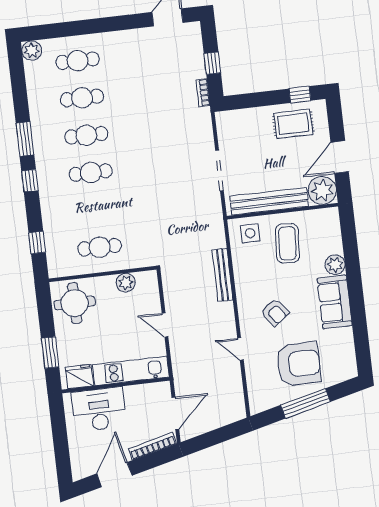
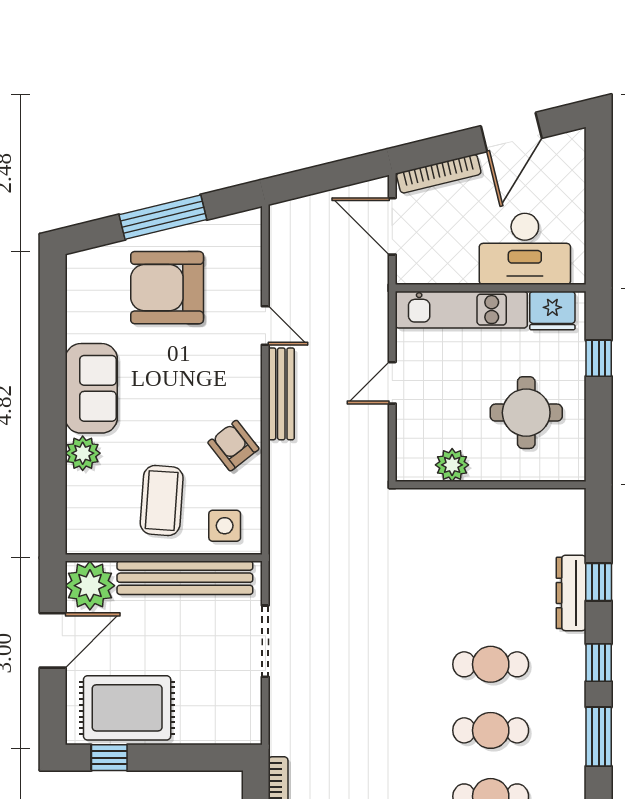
rug: (293, 124) -> (127, 708), width x1.36, depth x1.43
dresser: (50, 218) -> (571, 593), added
window: (37, 243) -> (599, 582), moved
cafe table: (99, 247) -> (491, 532), removed
bench: (223, 275) -> (281, 394), moved
round table: (75, 303) -> (526, 413), moved
armchair: (275, 312) -> (233, 446), moved
door: (165, 325) -> (392, 383), swing flipped
window: (50, 353) -> (599, 358), width x0.67
door: (175, 413) -> (392, 226), hinge flipped

